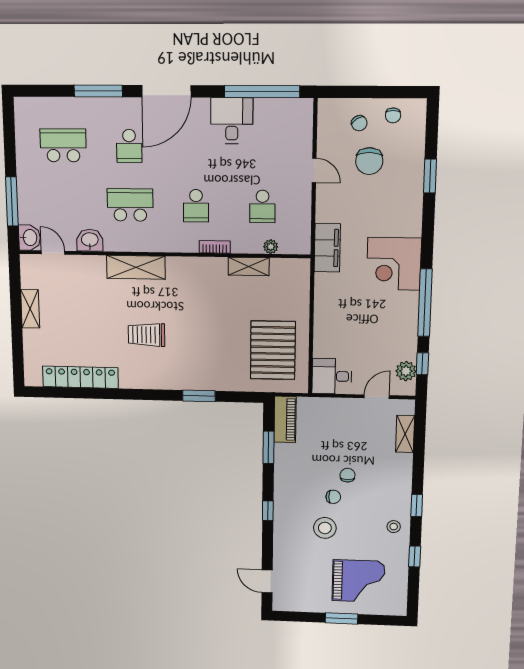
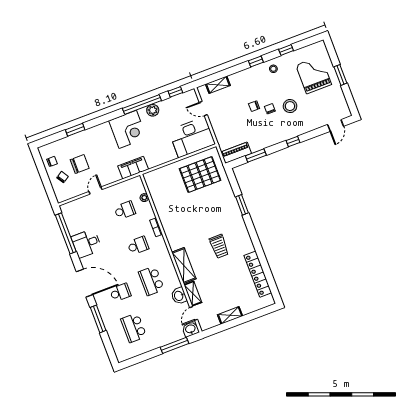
shelving: (249, 266) -> (193, 294), moved
plant: (406, 371) -> (153, 110), moved
desk: (332, 376) -> (192, 137), width x1.87, depth x1.30

